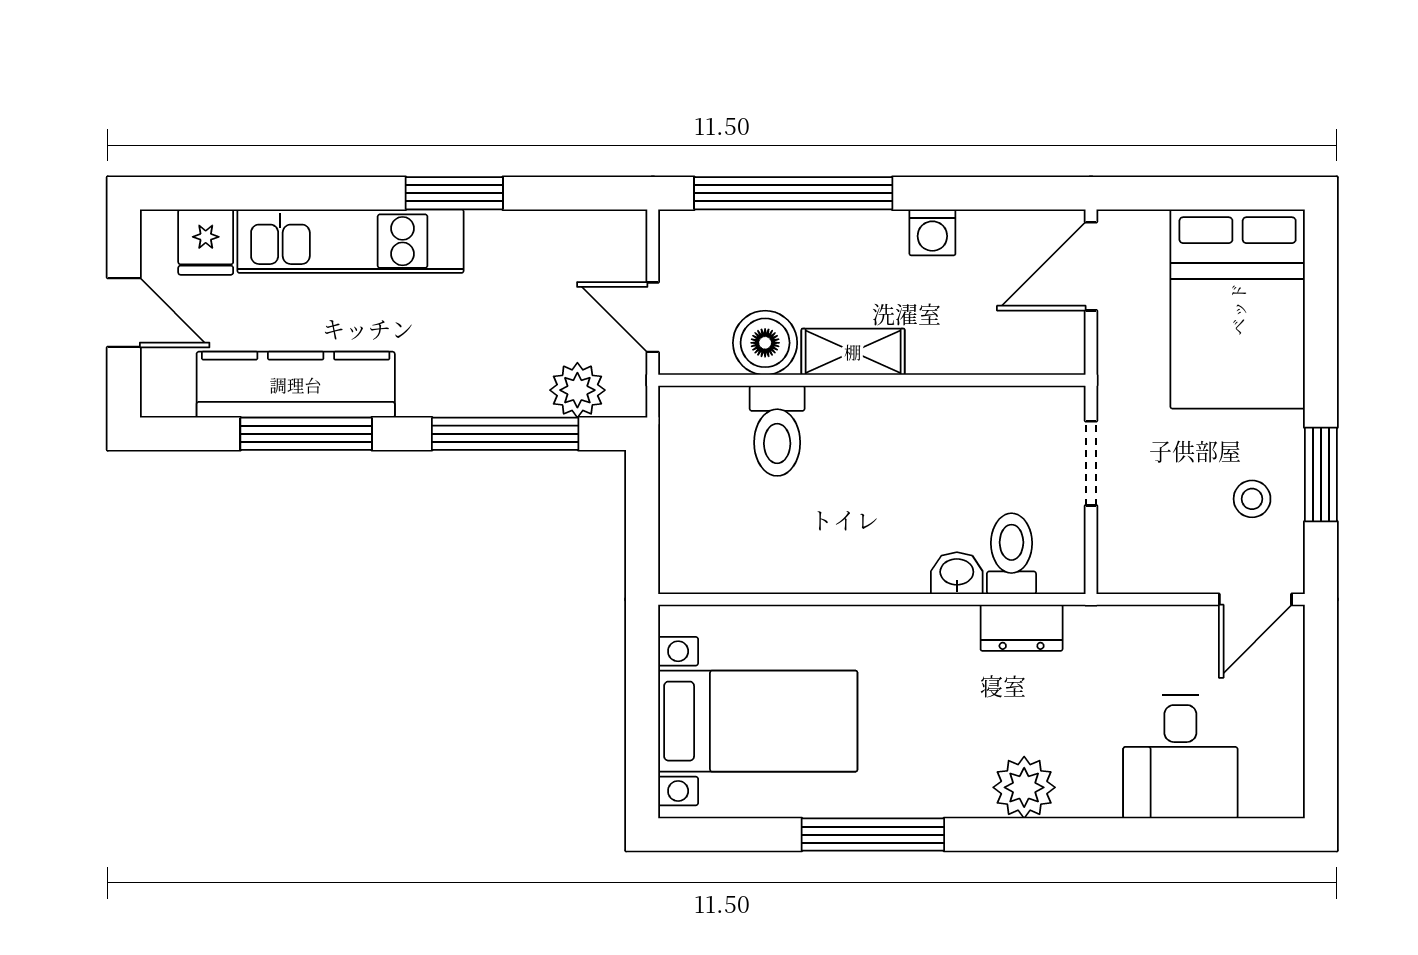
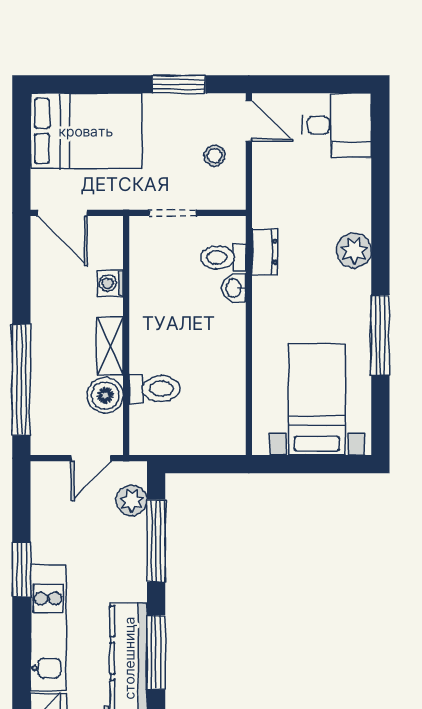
washing machine: (932, 232) -> (110, 283), moved, turned 180
stool: (1252, 499) -> (214, 156), moved
desk: (1180, 757) -> (337, 125), moved

